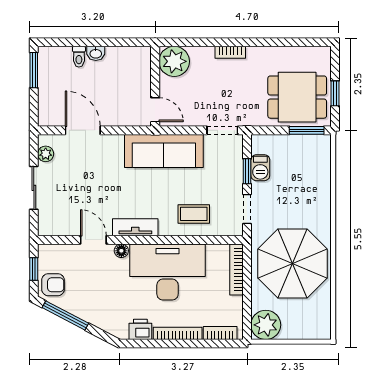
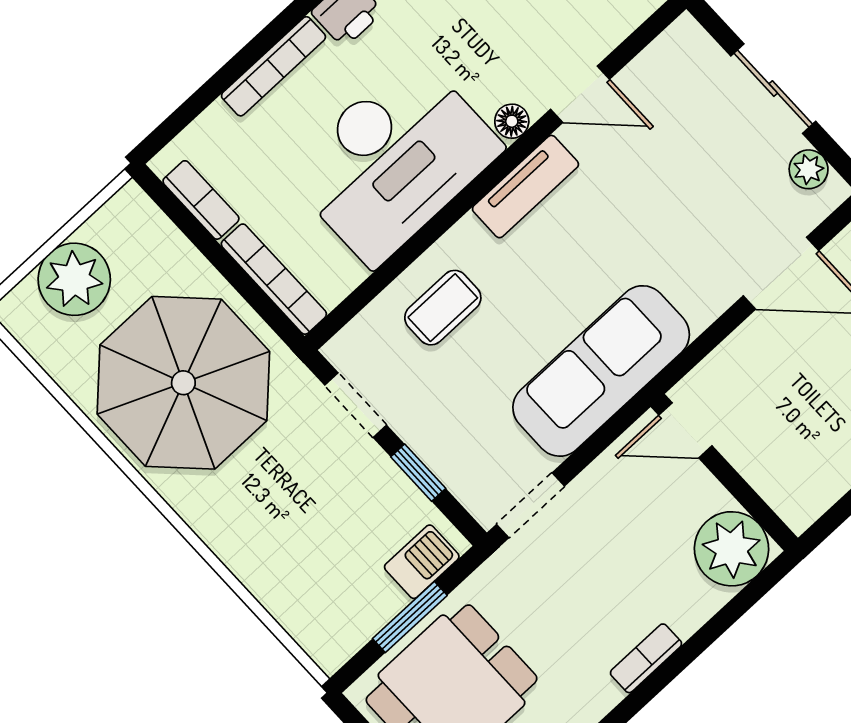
window: (307, 130) -> (410, 617), moved
barbecue: (260, 168) -> (422, 562), moved, turned 90
plant: (266, 325) -> (74, 279), moved
bookcase: (220, 333) -> (201, 200), moved, turned -90

